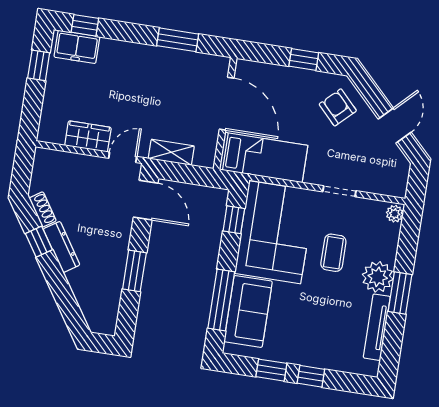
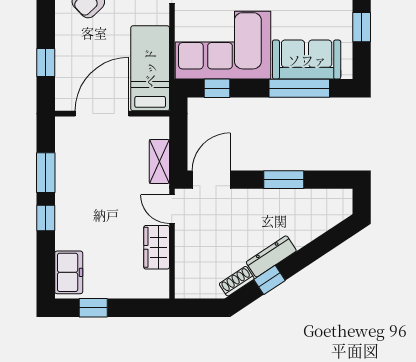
window: (85, 25) -> (46, 218), moved
window: (304, 60) -> (46, 62), moved

